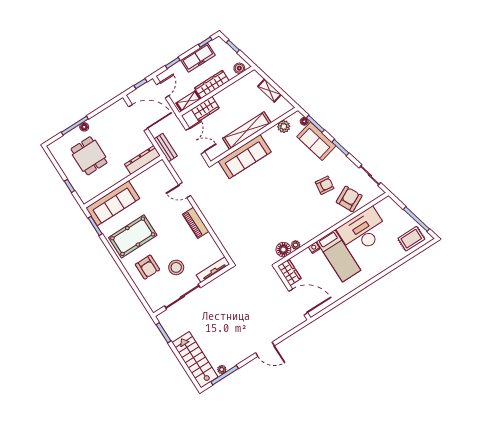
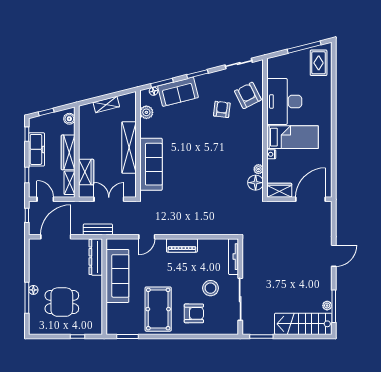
sofa: (113, 203) -> (117, 276), moved

